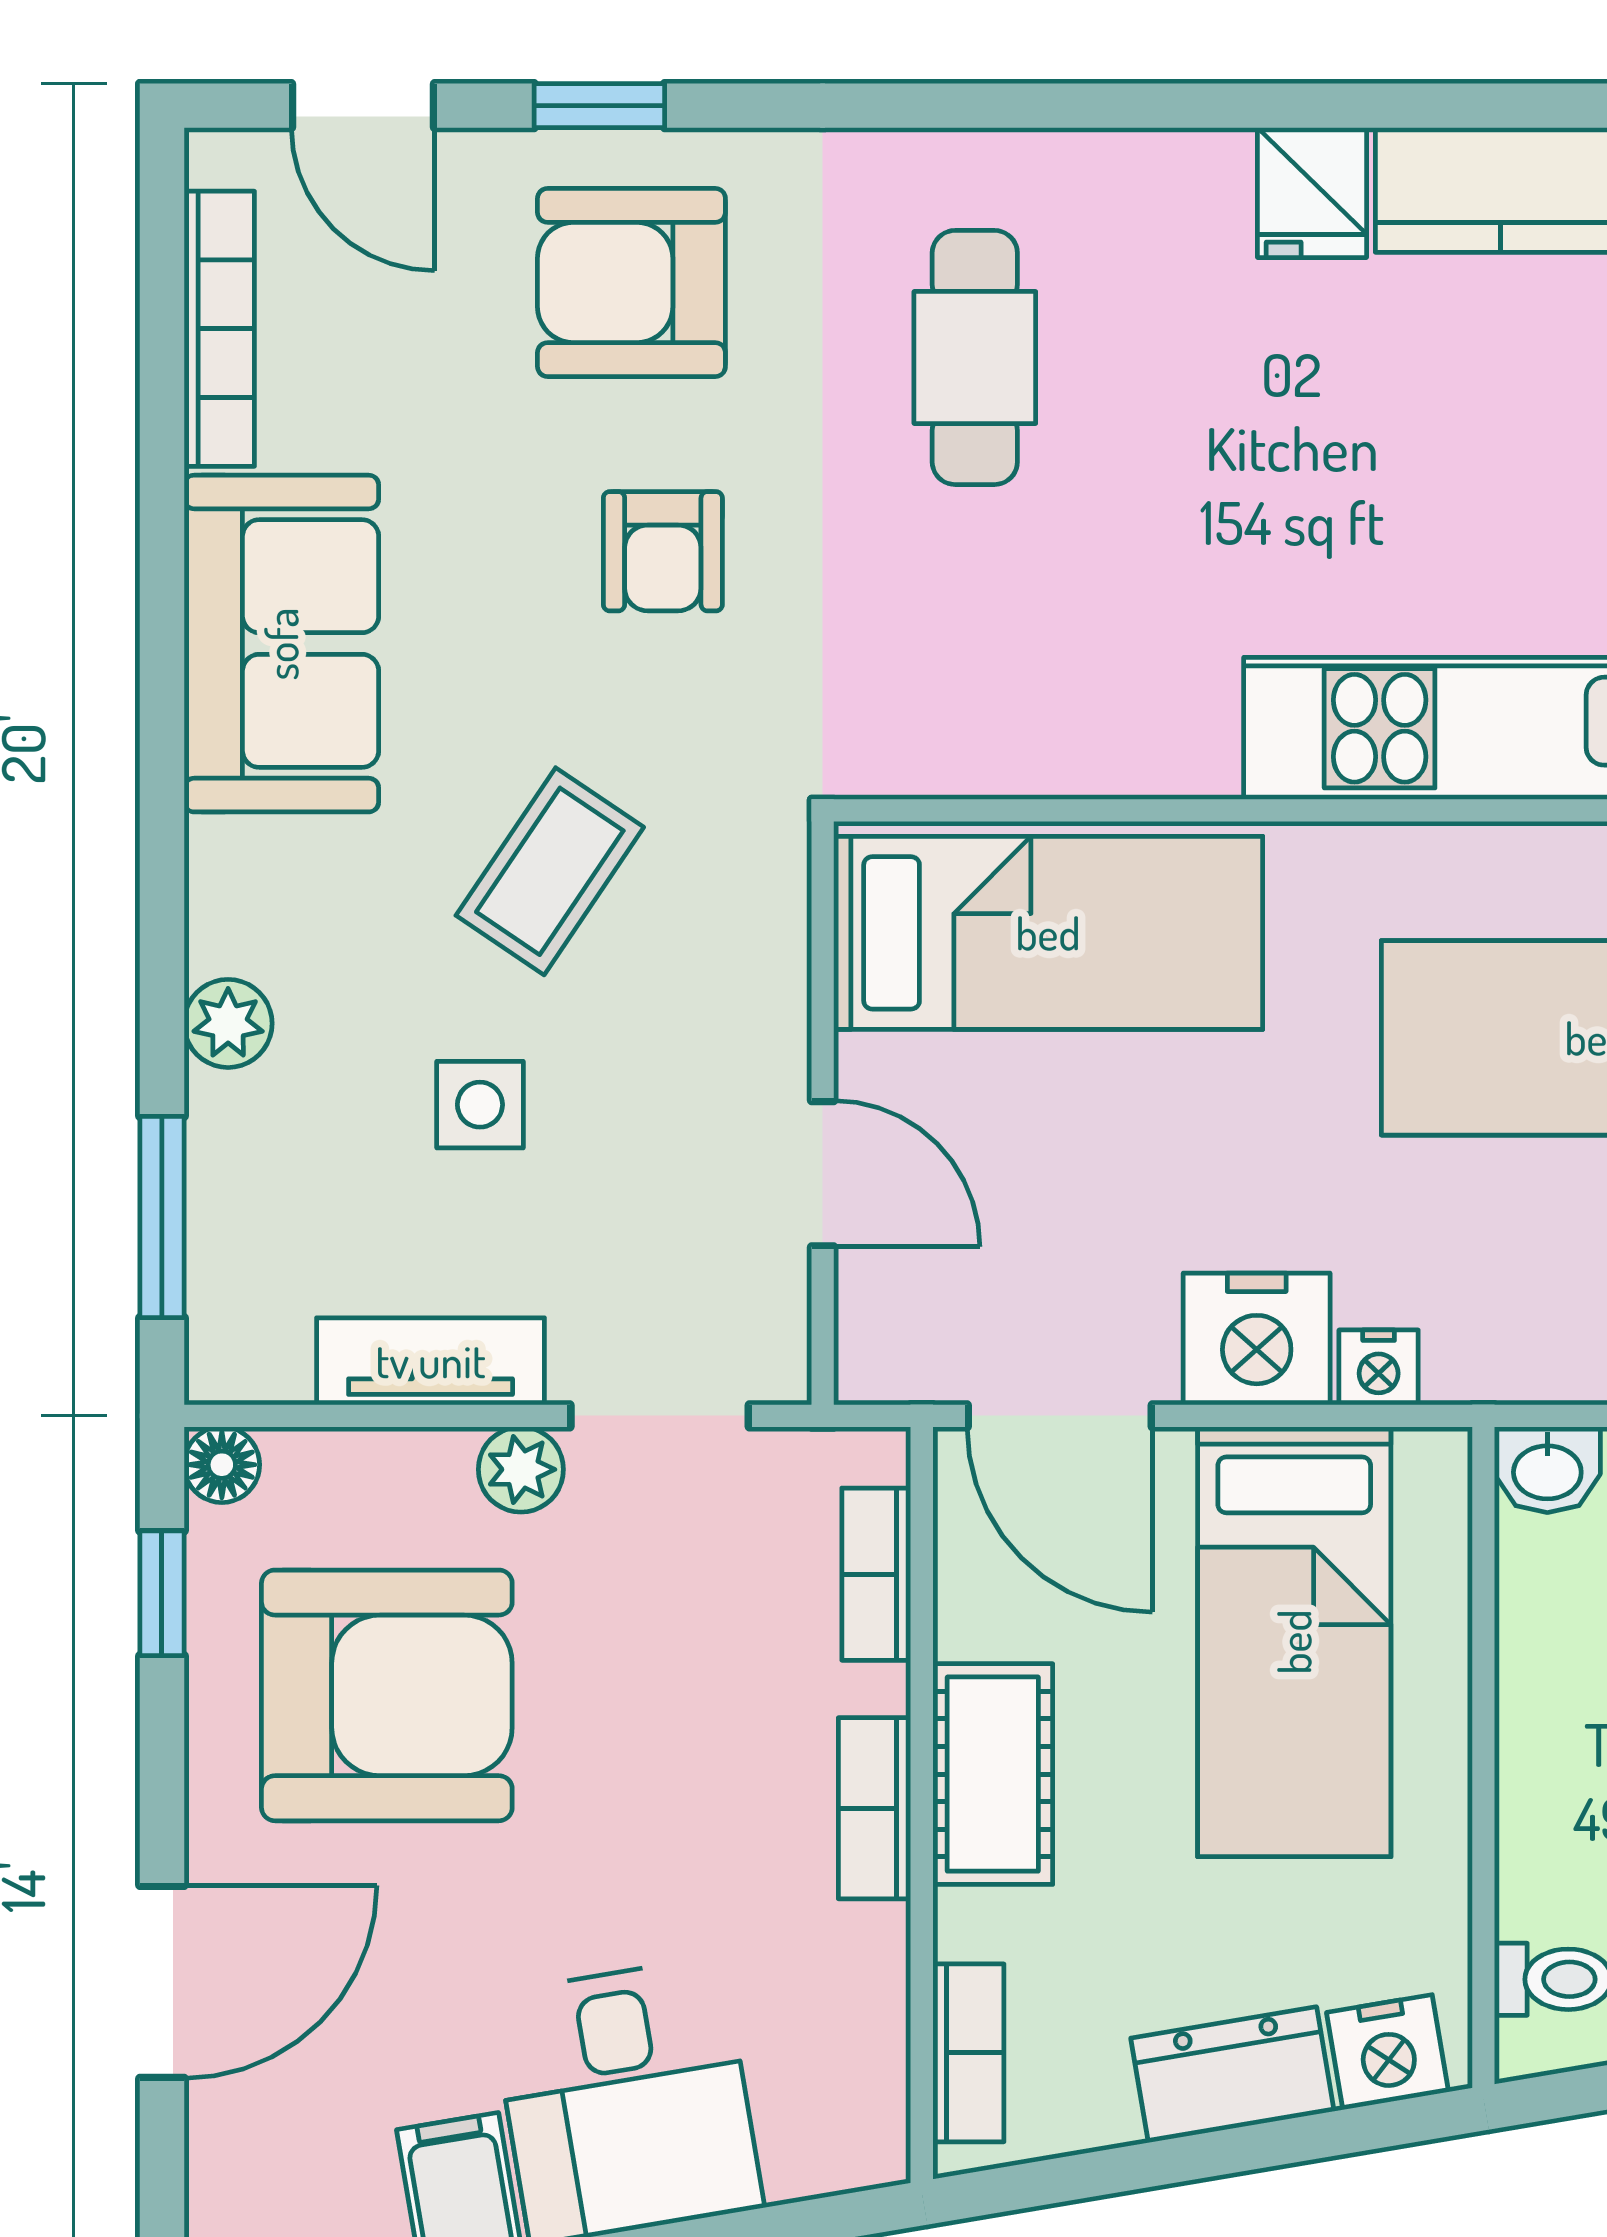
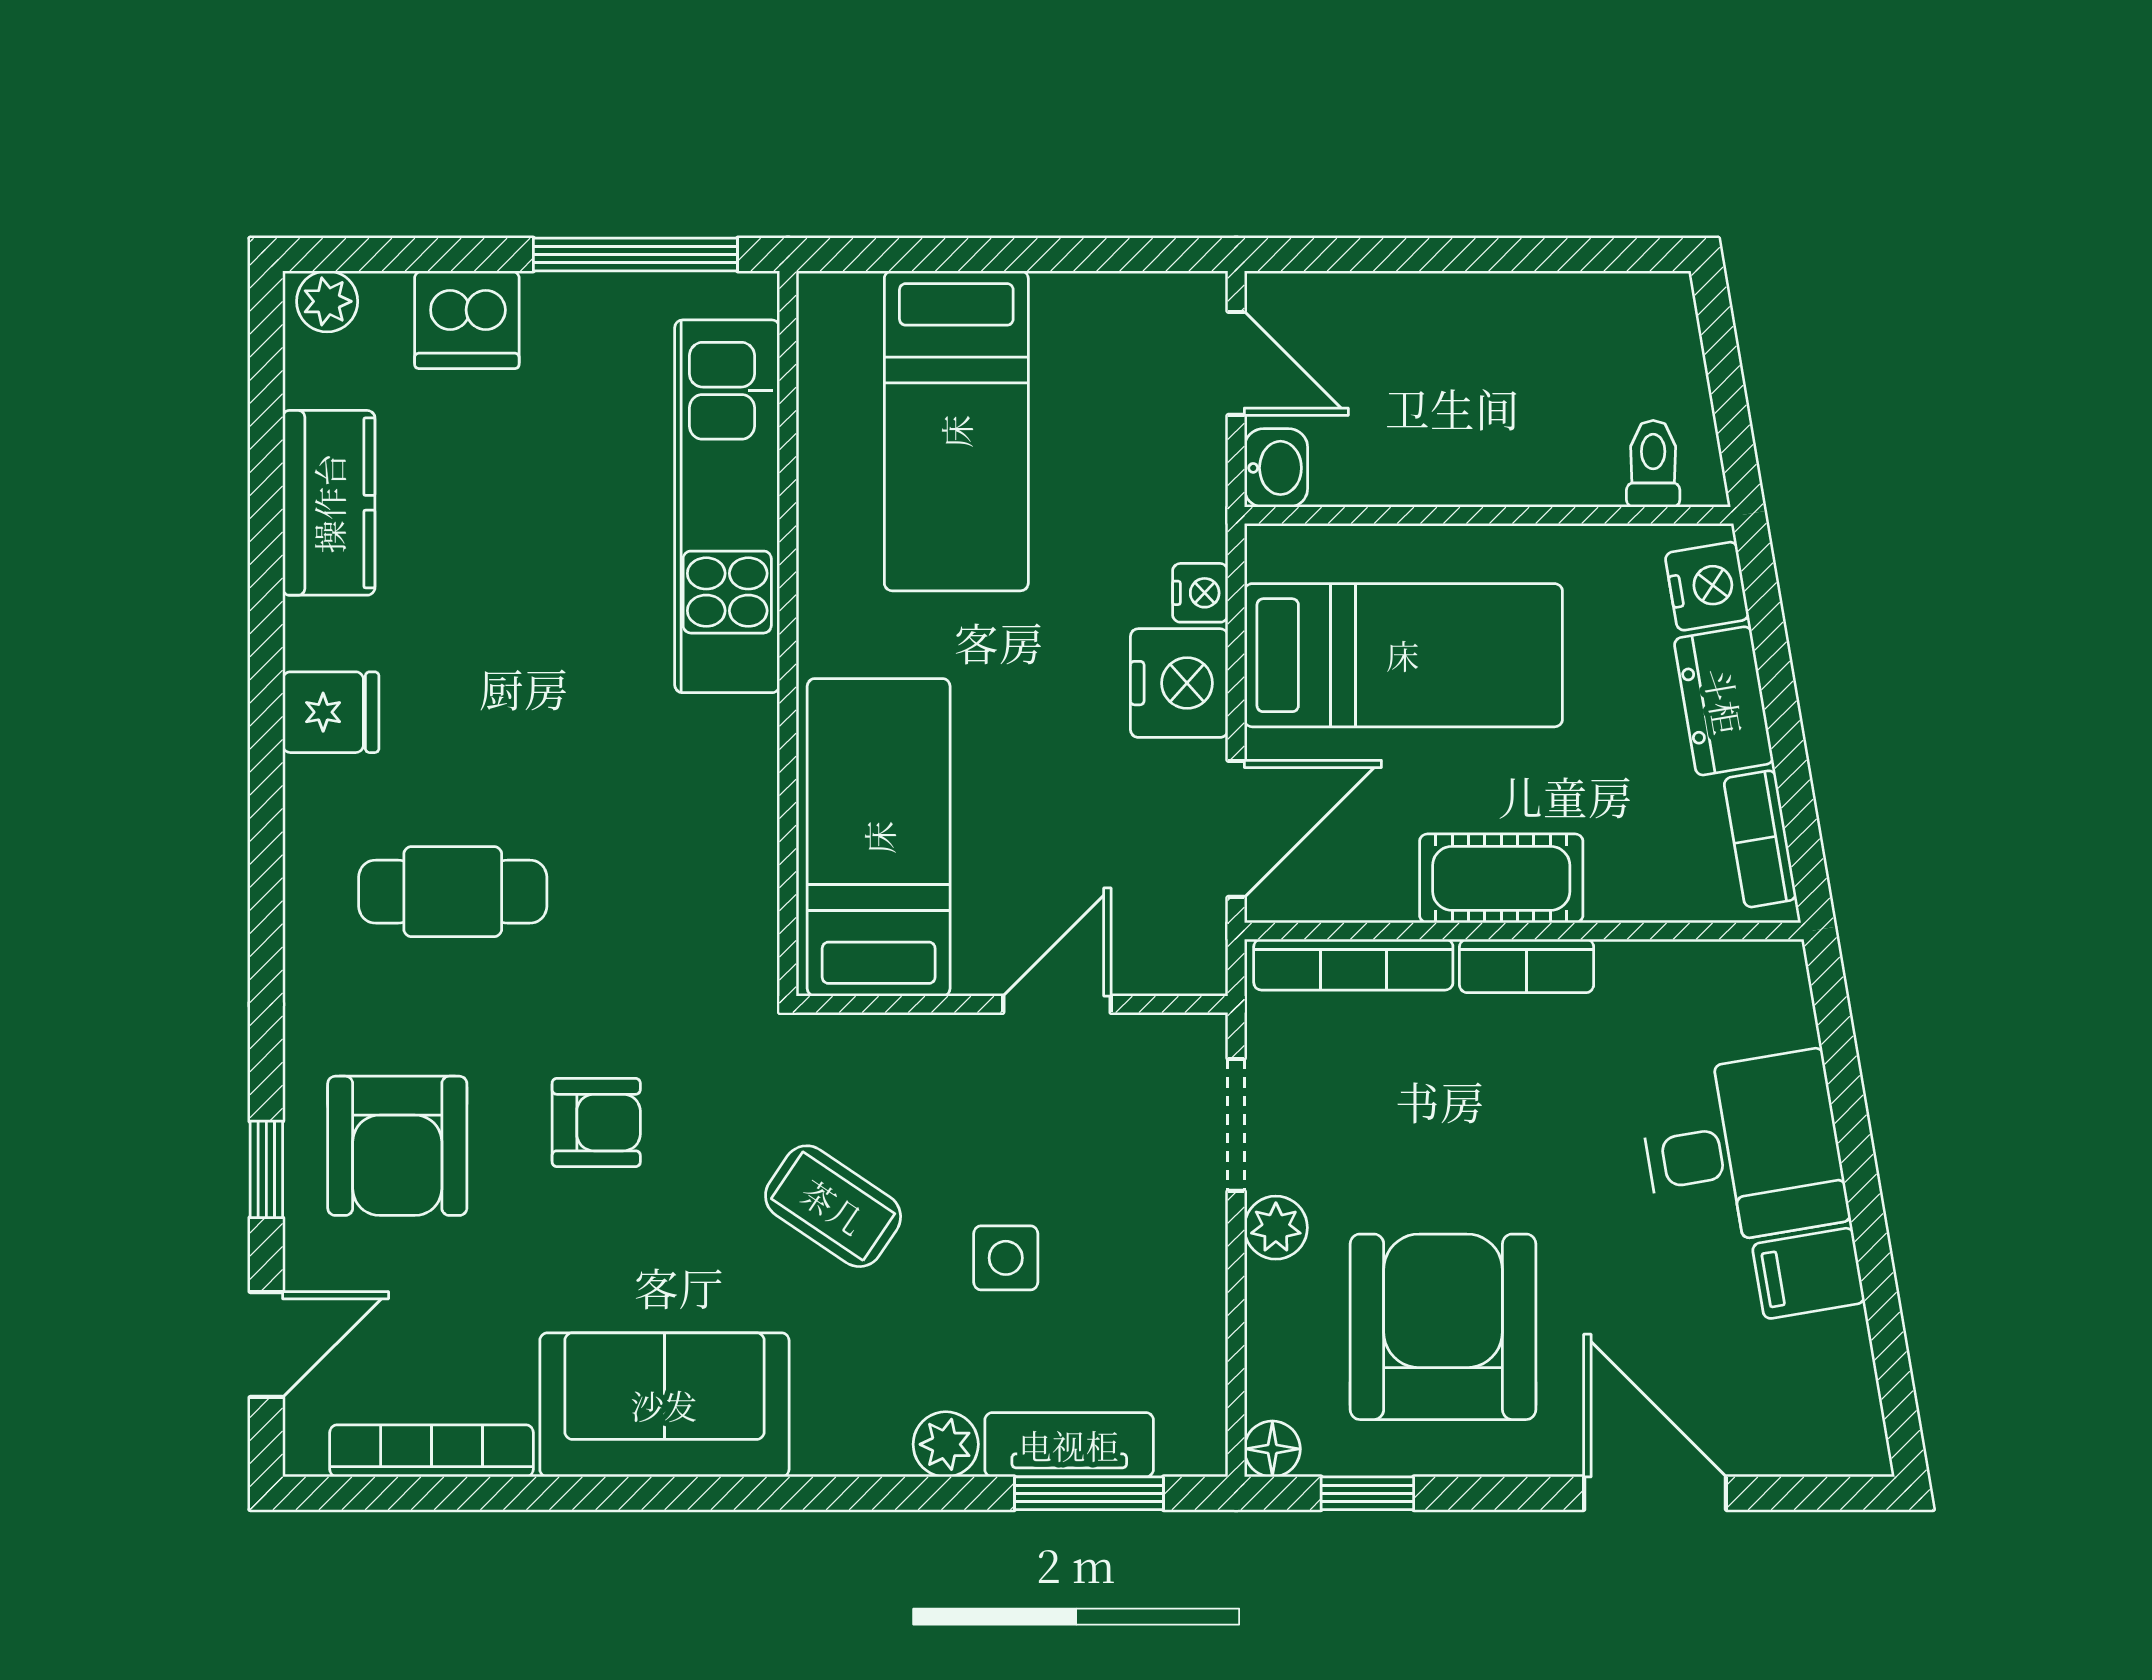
fridge: (1312, 193) -> (331, 712), moved
tv unit: (431, 1361) -> (1069, 1445), moved, turned 90
bookcase: (876, 1574) -> (1353, 965), width x1.56
bookcase: (968, 2053) -> (1760, 839), moved, turned -100

